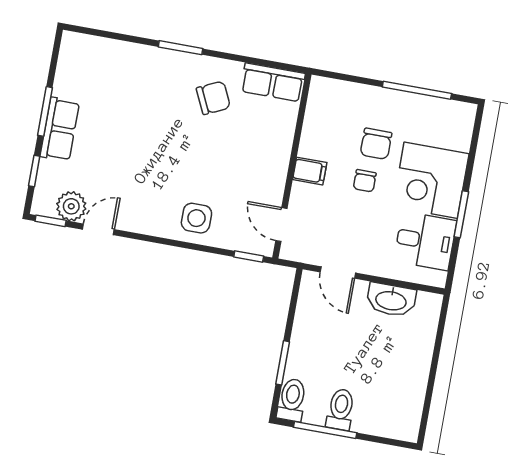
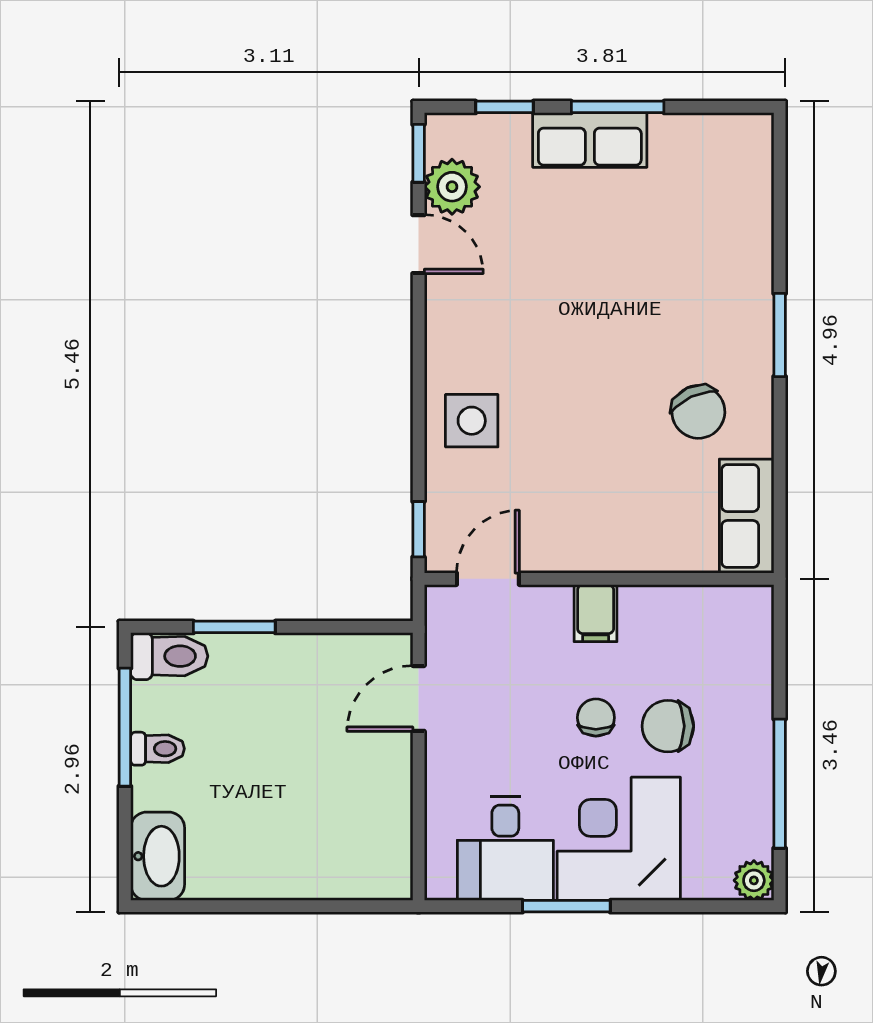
plant: (466, 113) -> (754, 880), added
chair: (365, 181) -> (596, 718), turned 90
washbasin: (391, 300) -> (158, 856), moved, turned 180
toilet: (341, 409) -> (158, 749), width x0.73, depth x0.72

